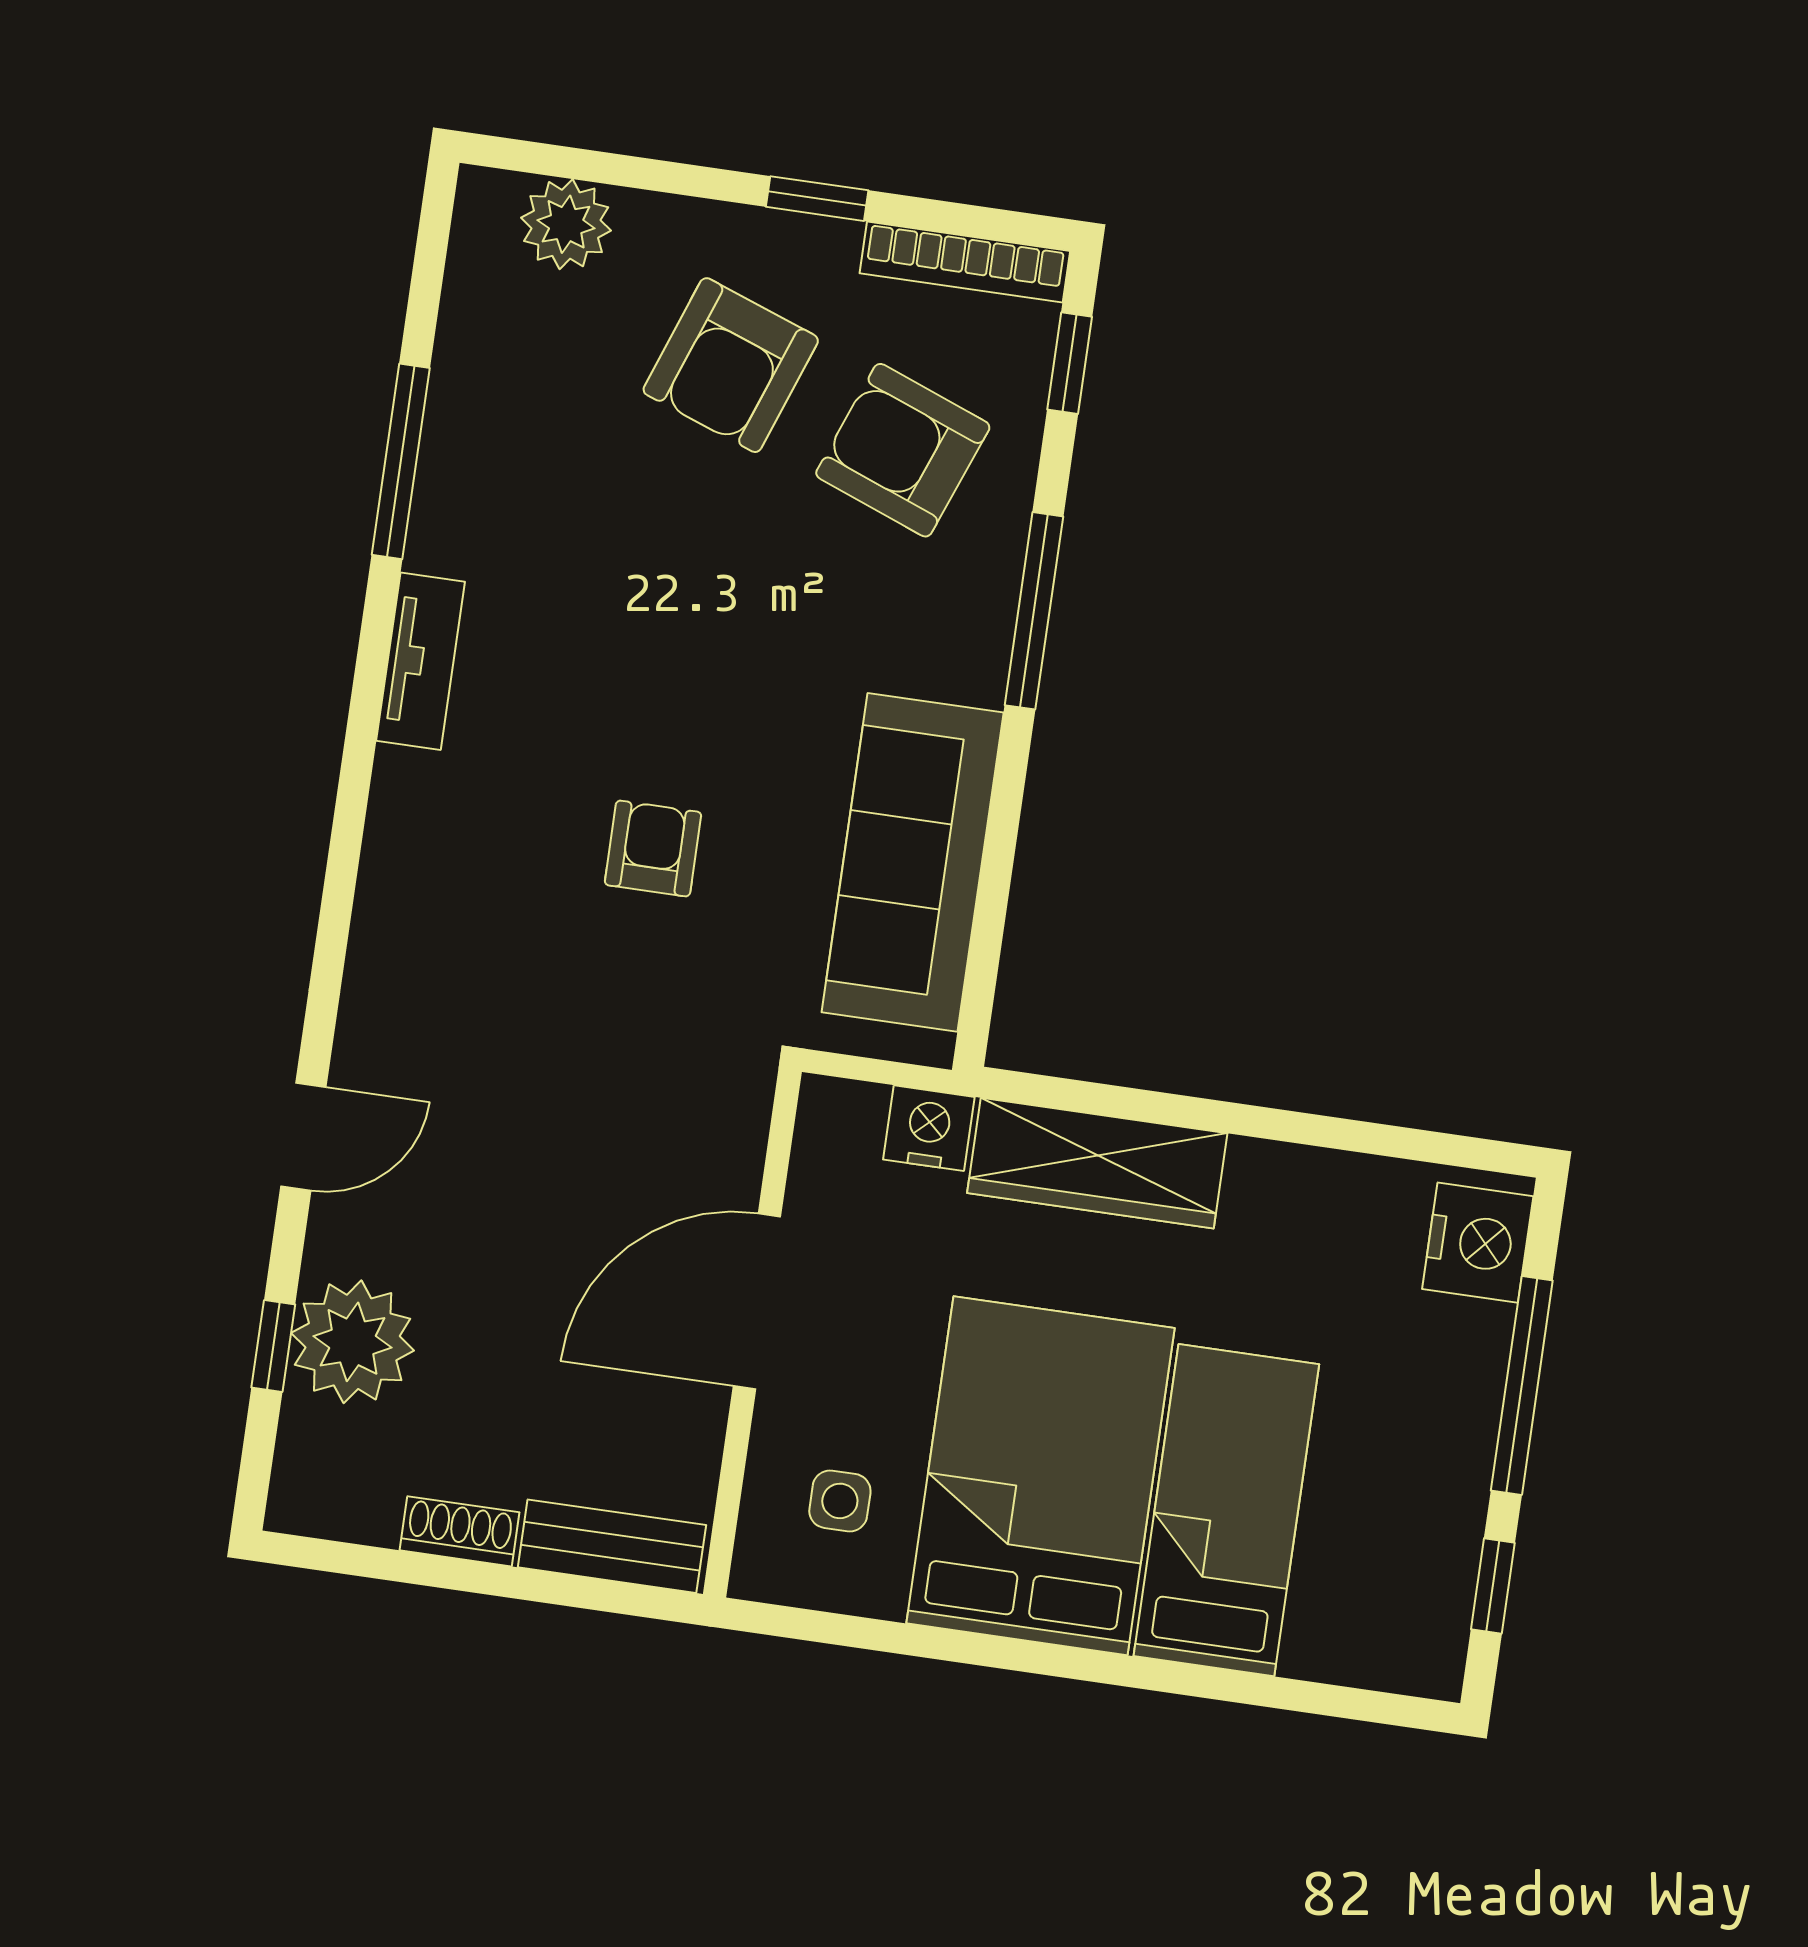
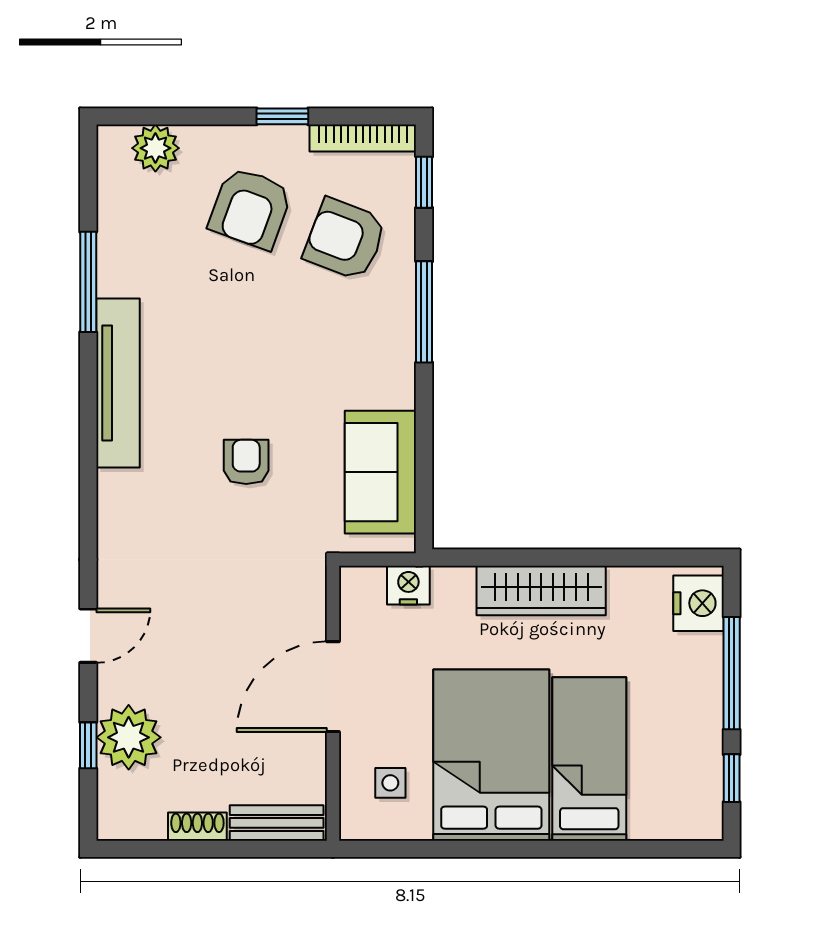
tv unit: (421, 661) -> (118, 383), width x1.92, depth x1.29
sofa: (913, 862) -> (380, 472), width x0.73
wardrobe: (1097, 1163) -> (541, 591), moved

